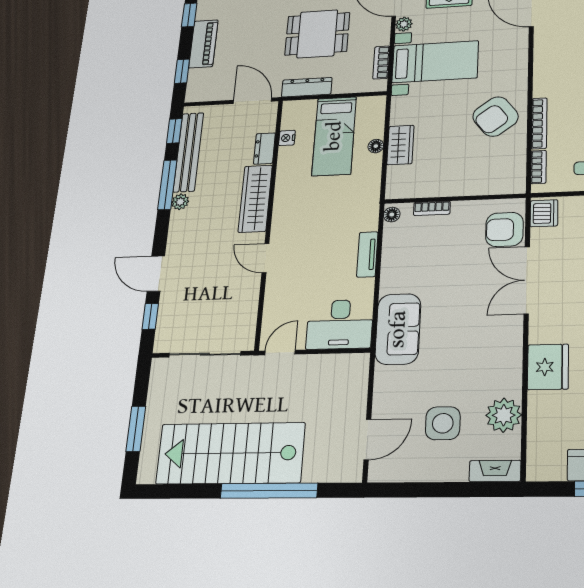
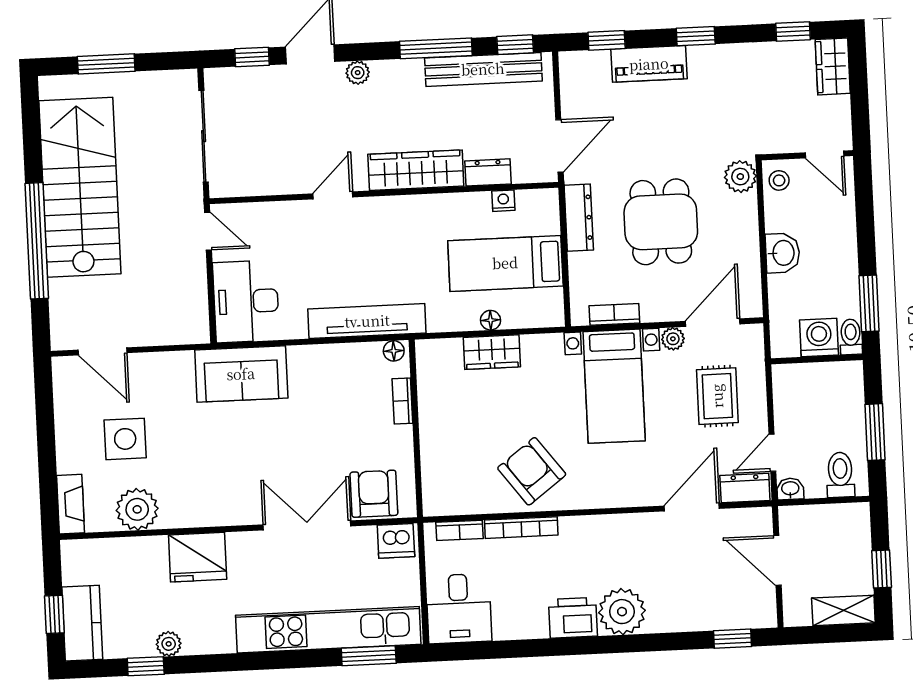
plant: (180, 202) -> (358, 73), moved
tv unit: (367, 254) -> (367, 321), width x1.92, depth x1.29

